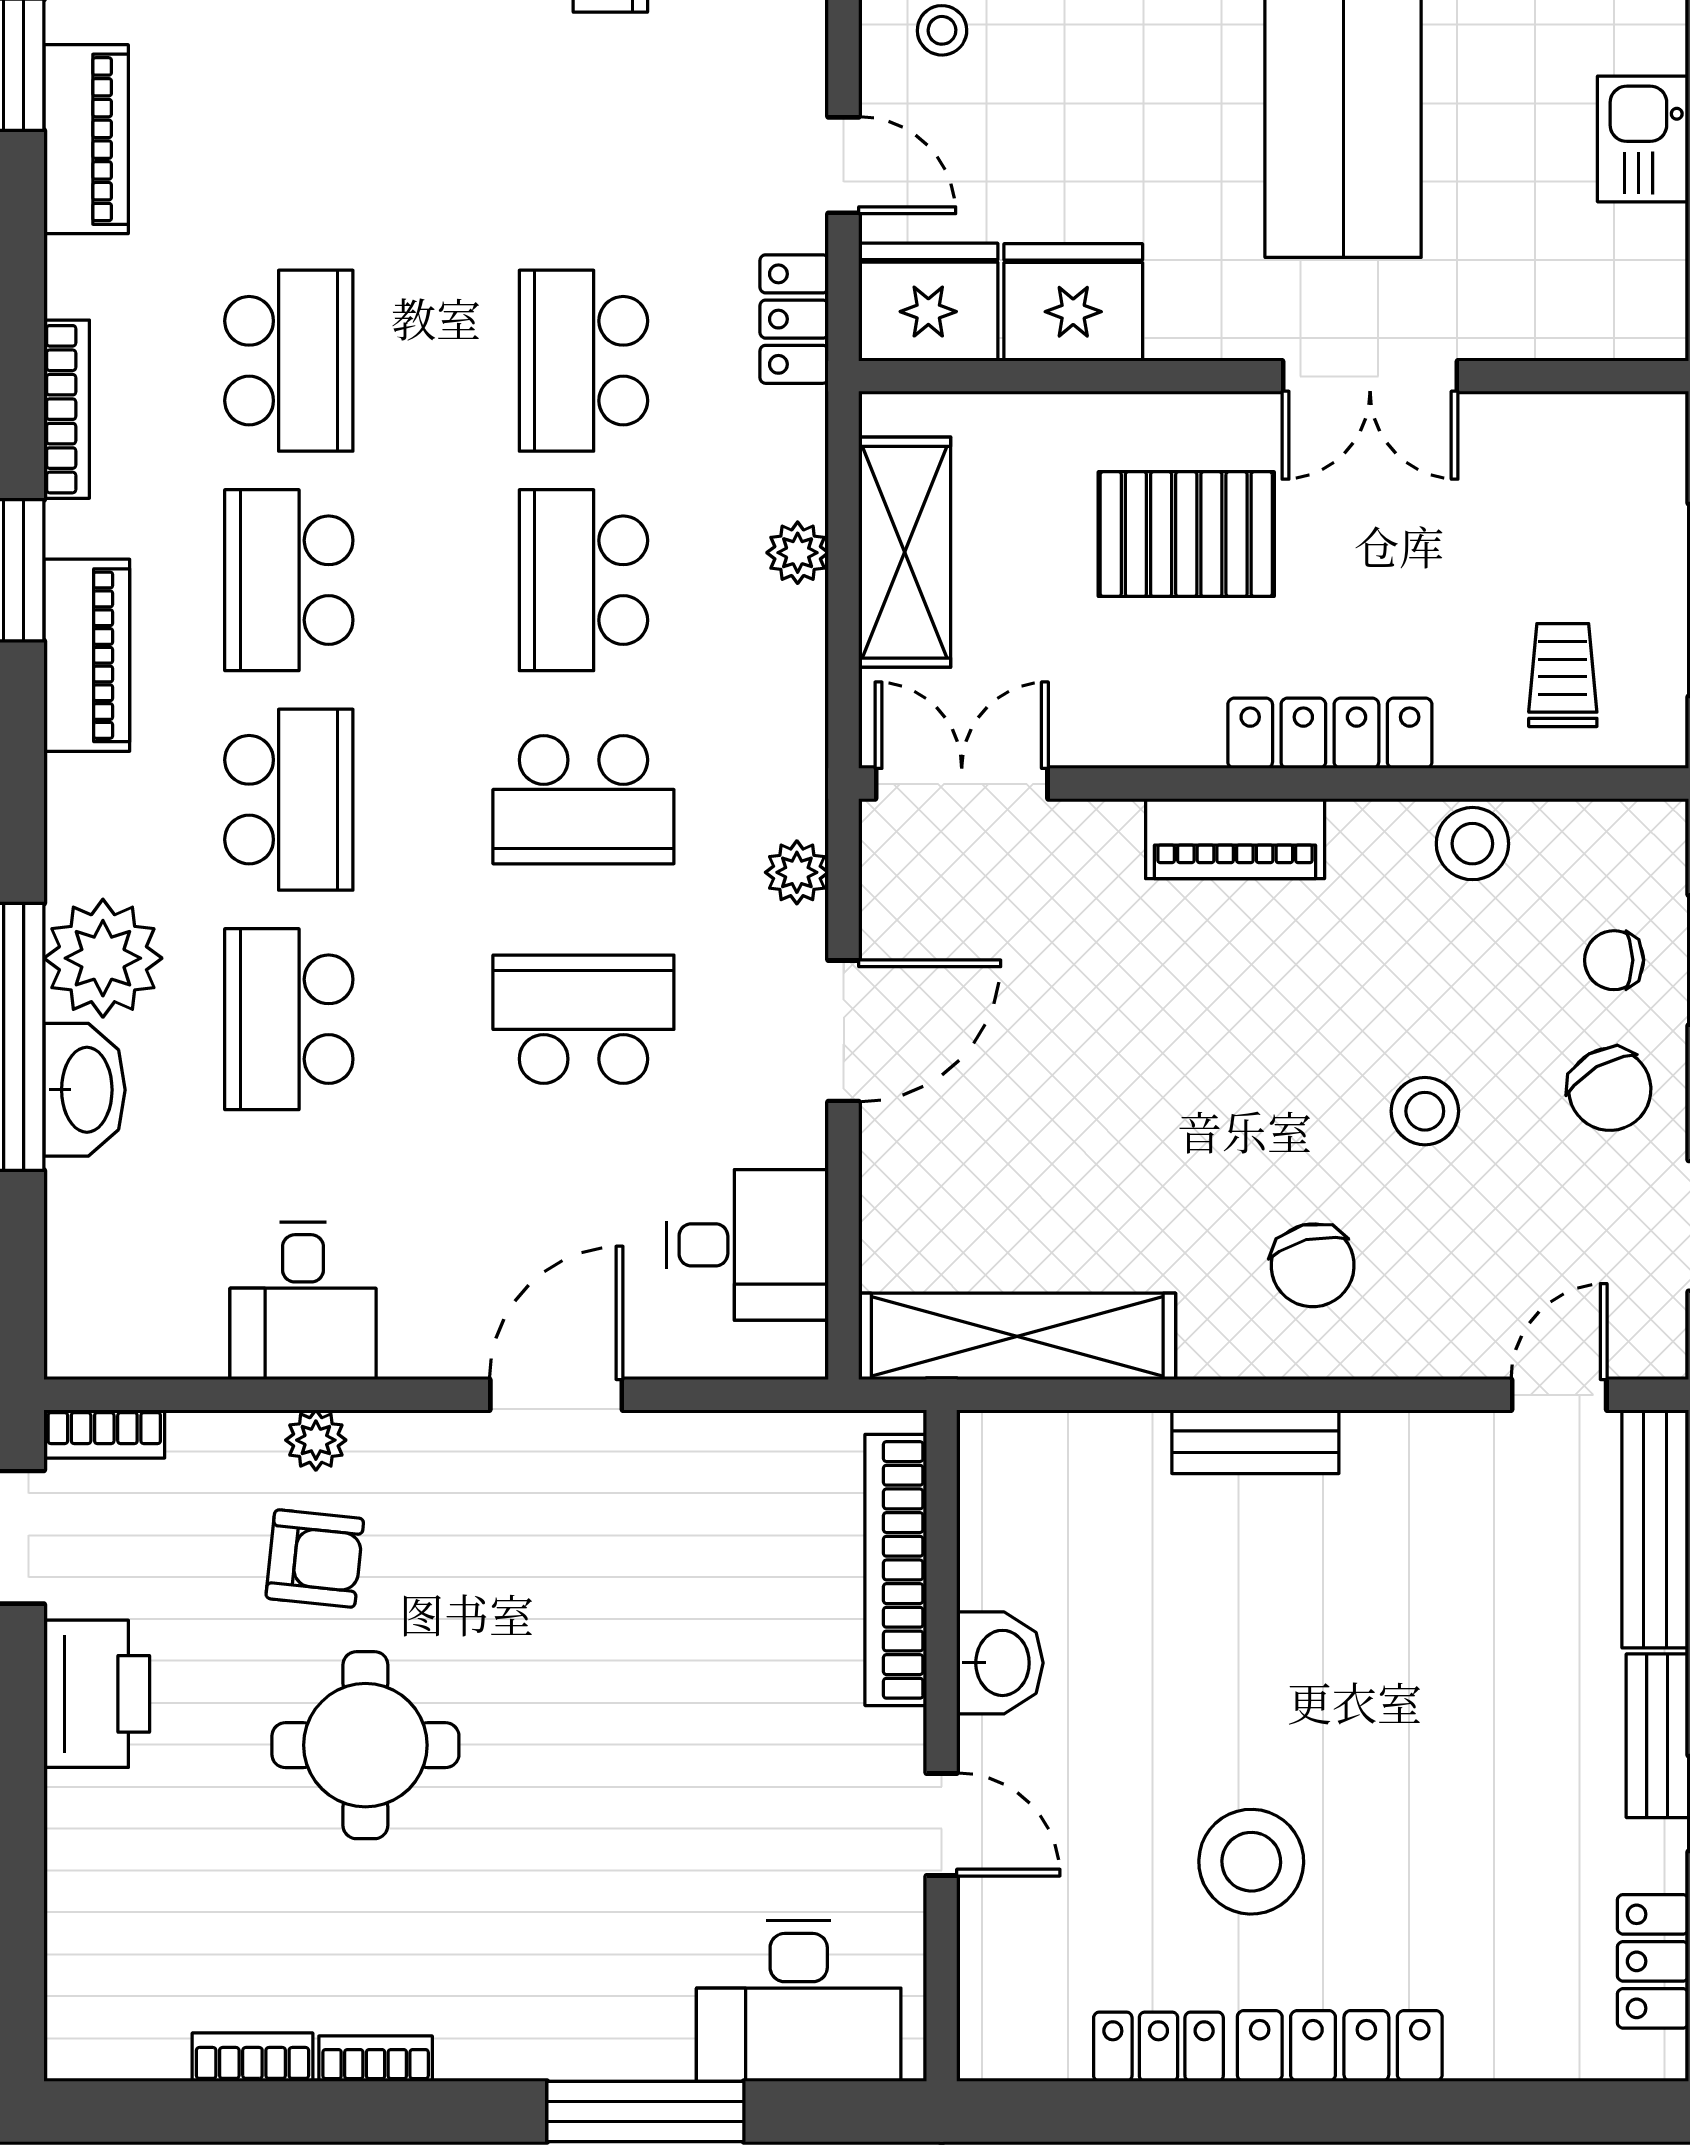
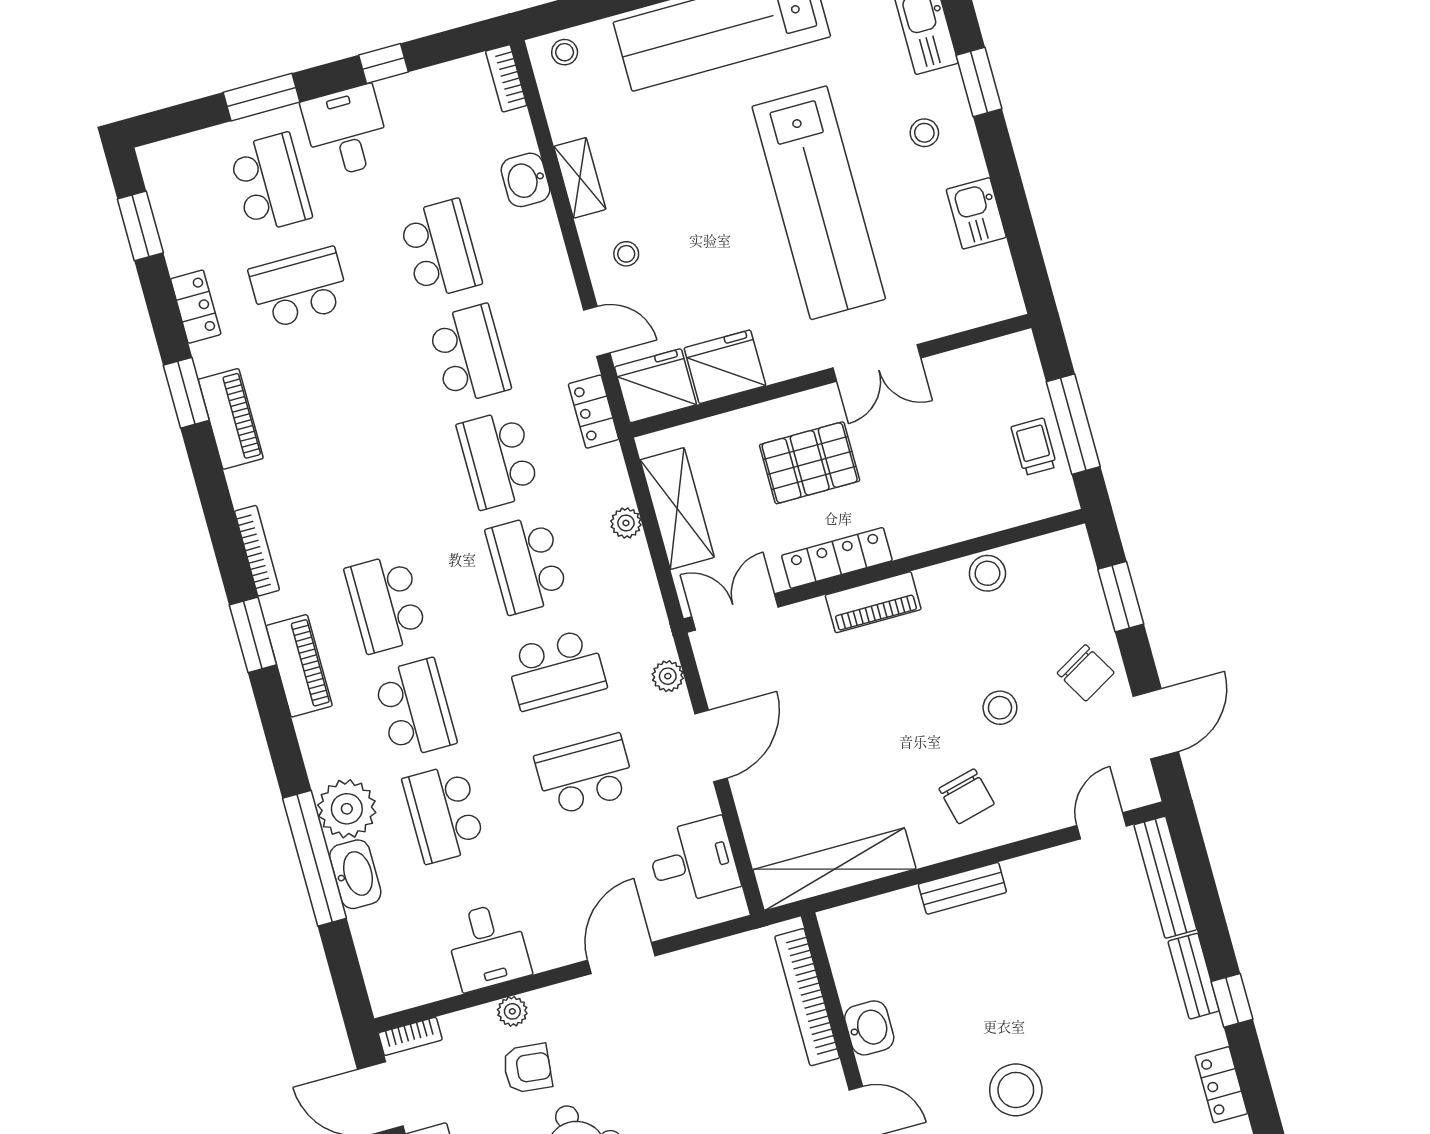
school desk: (289, 361) -> (469, 354), moved
trolley: (1563, 675) -> (1034, 447), moved
locker: (1330, 733) -> (837, 558), moved
chair: (1614, 960) -> (1071, 610), removed

